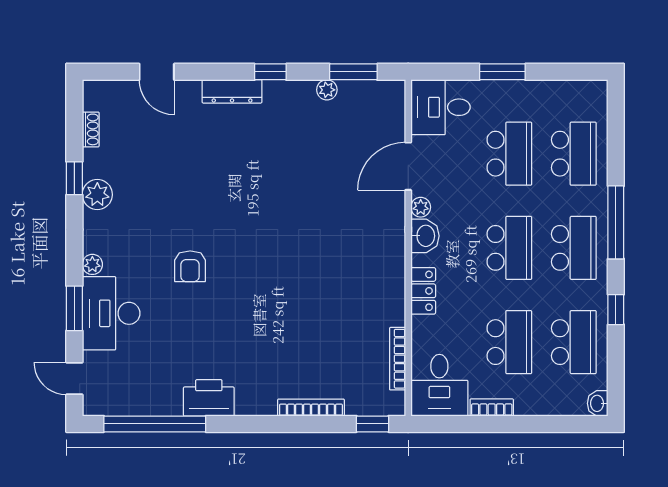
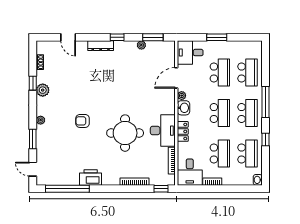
armchair: (190, 266) -> (83, 121), turned 90
round table: (289, 294) -> (125, 133), added
desk: (111, 313) -> (163, 131), moved, turned 180

